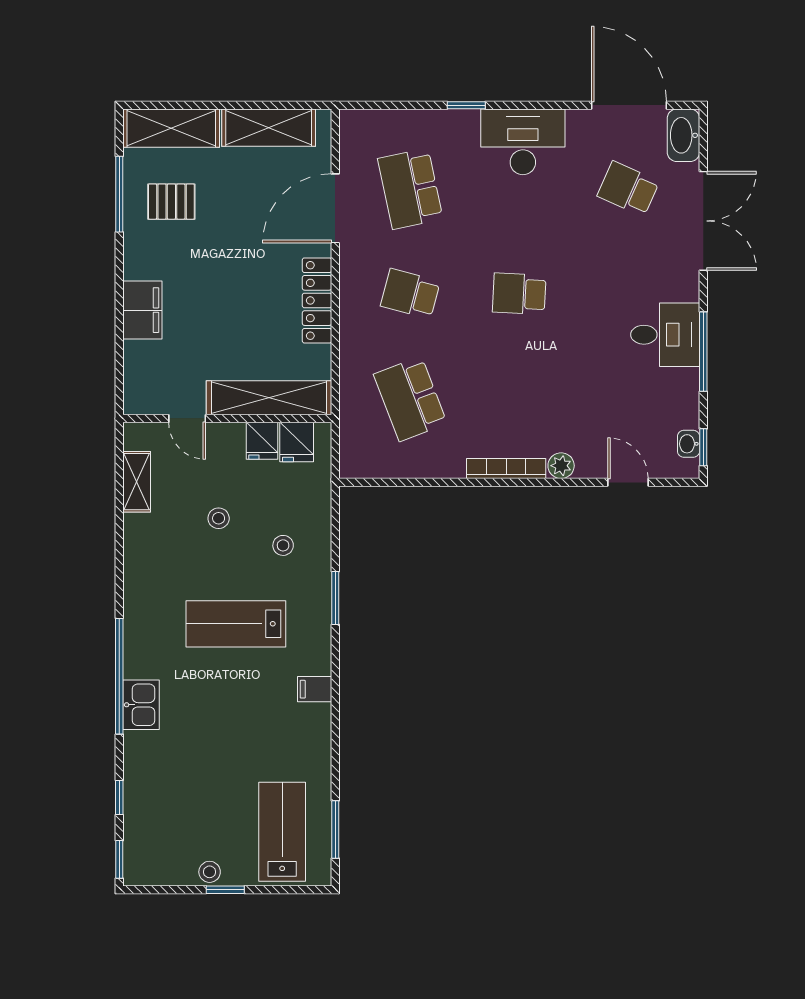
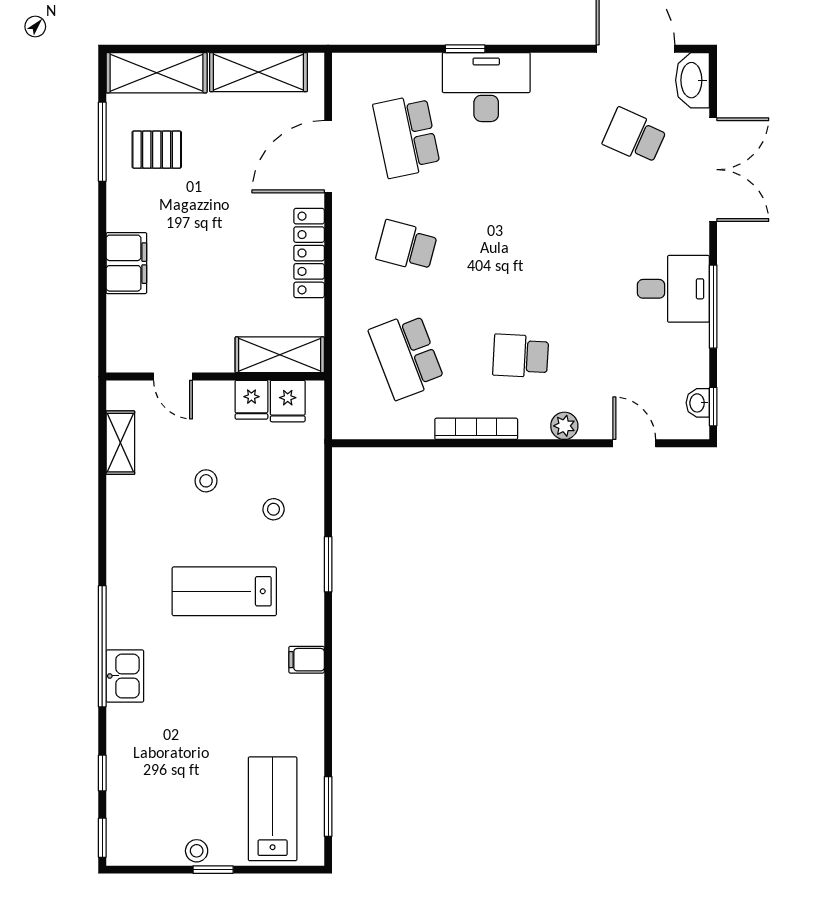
desk: (523, 142) -> (486, 87), moved
school desk: (519, 294) -> (521, 356), moved
shelving: (269, 398) -> (280, 355), width x0.68
bookcase: (506, 469) -> (476, 429), moved

